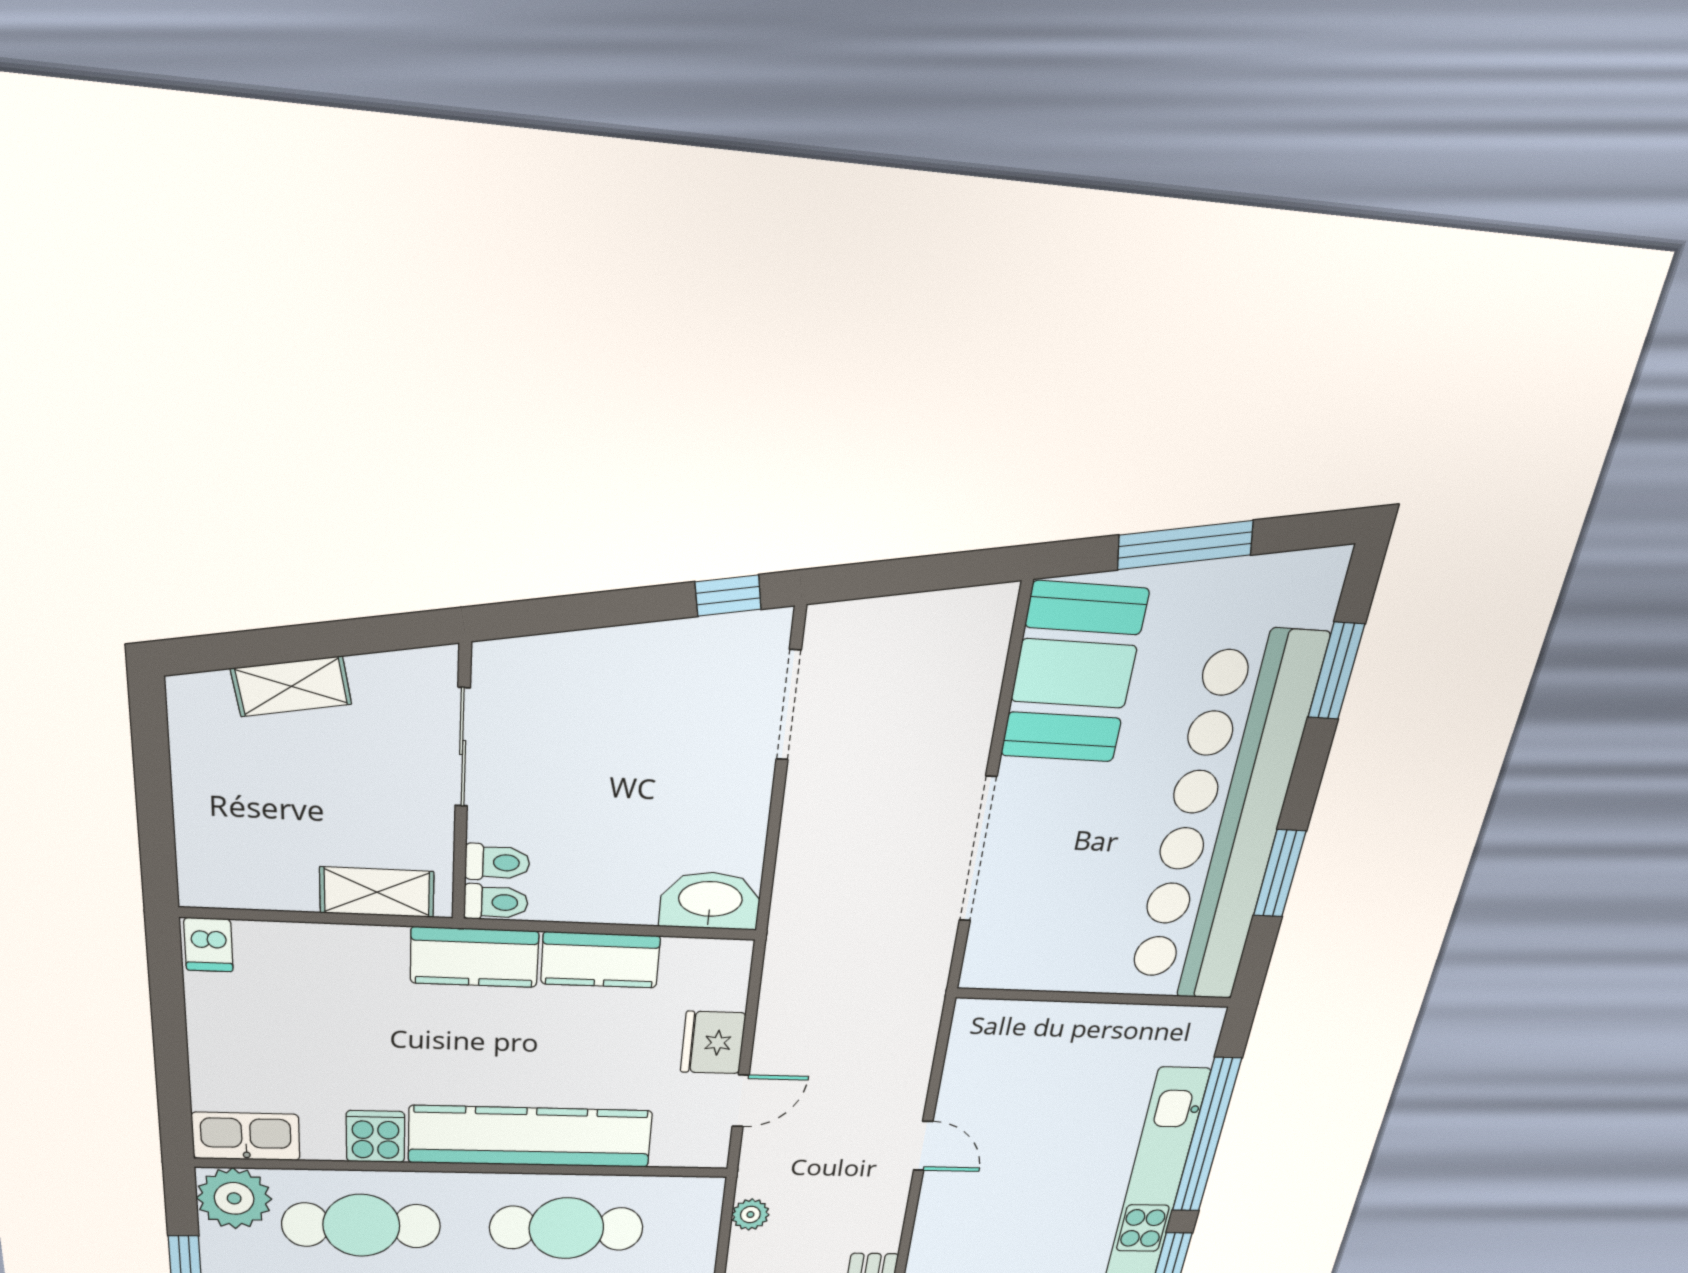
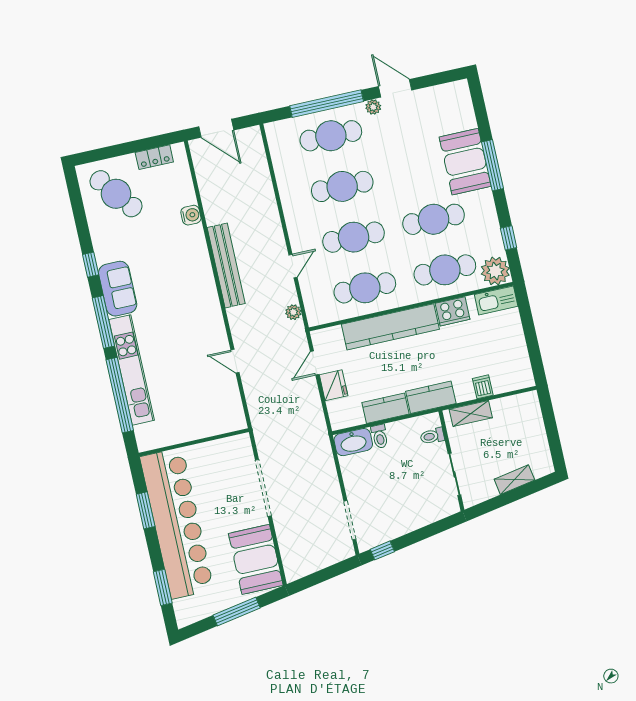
toilet: (496, 902) -> (380, 436), moved, turned -90
dishwasher: (208, 945) -> (483, 387), moved
cooker: (375, 1137) -> (453, 311), width x1.36

